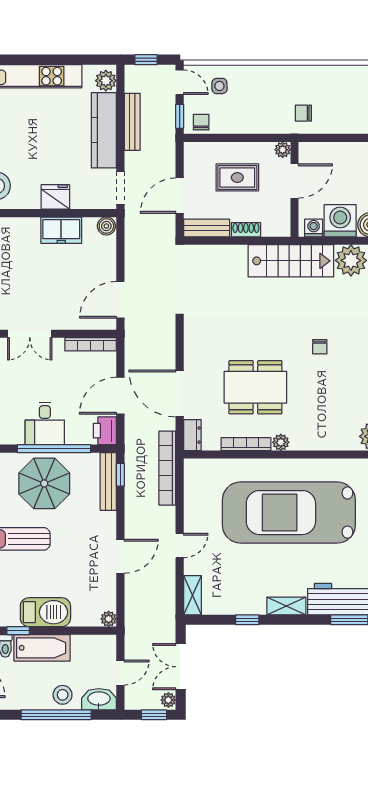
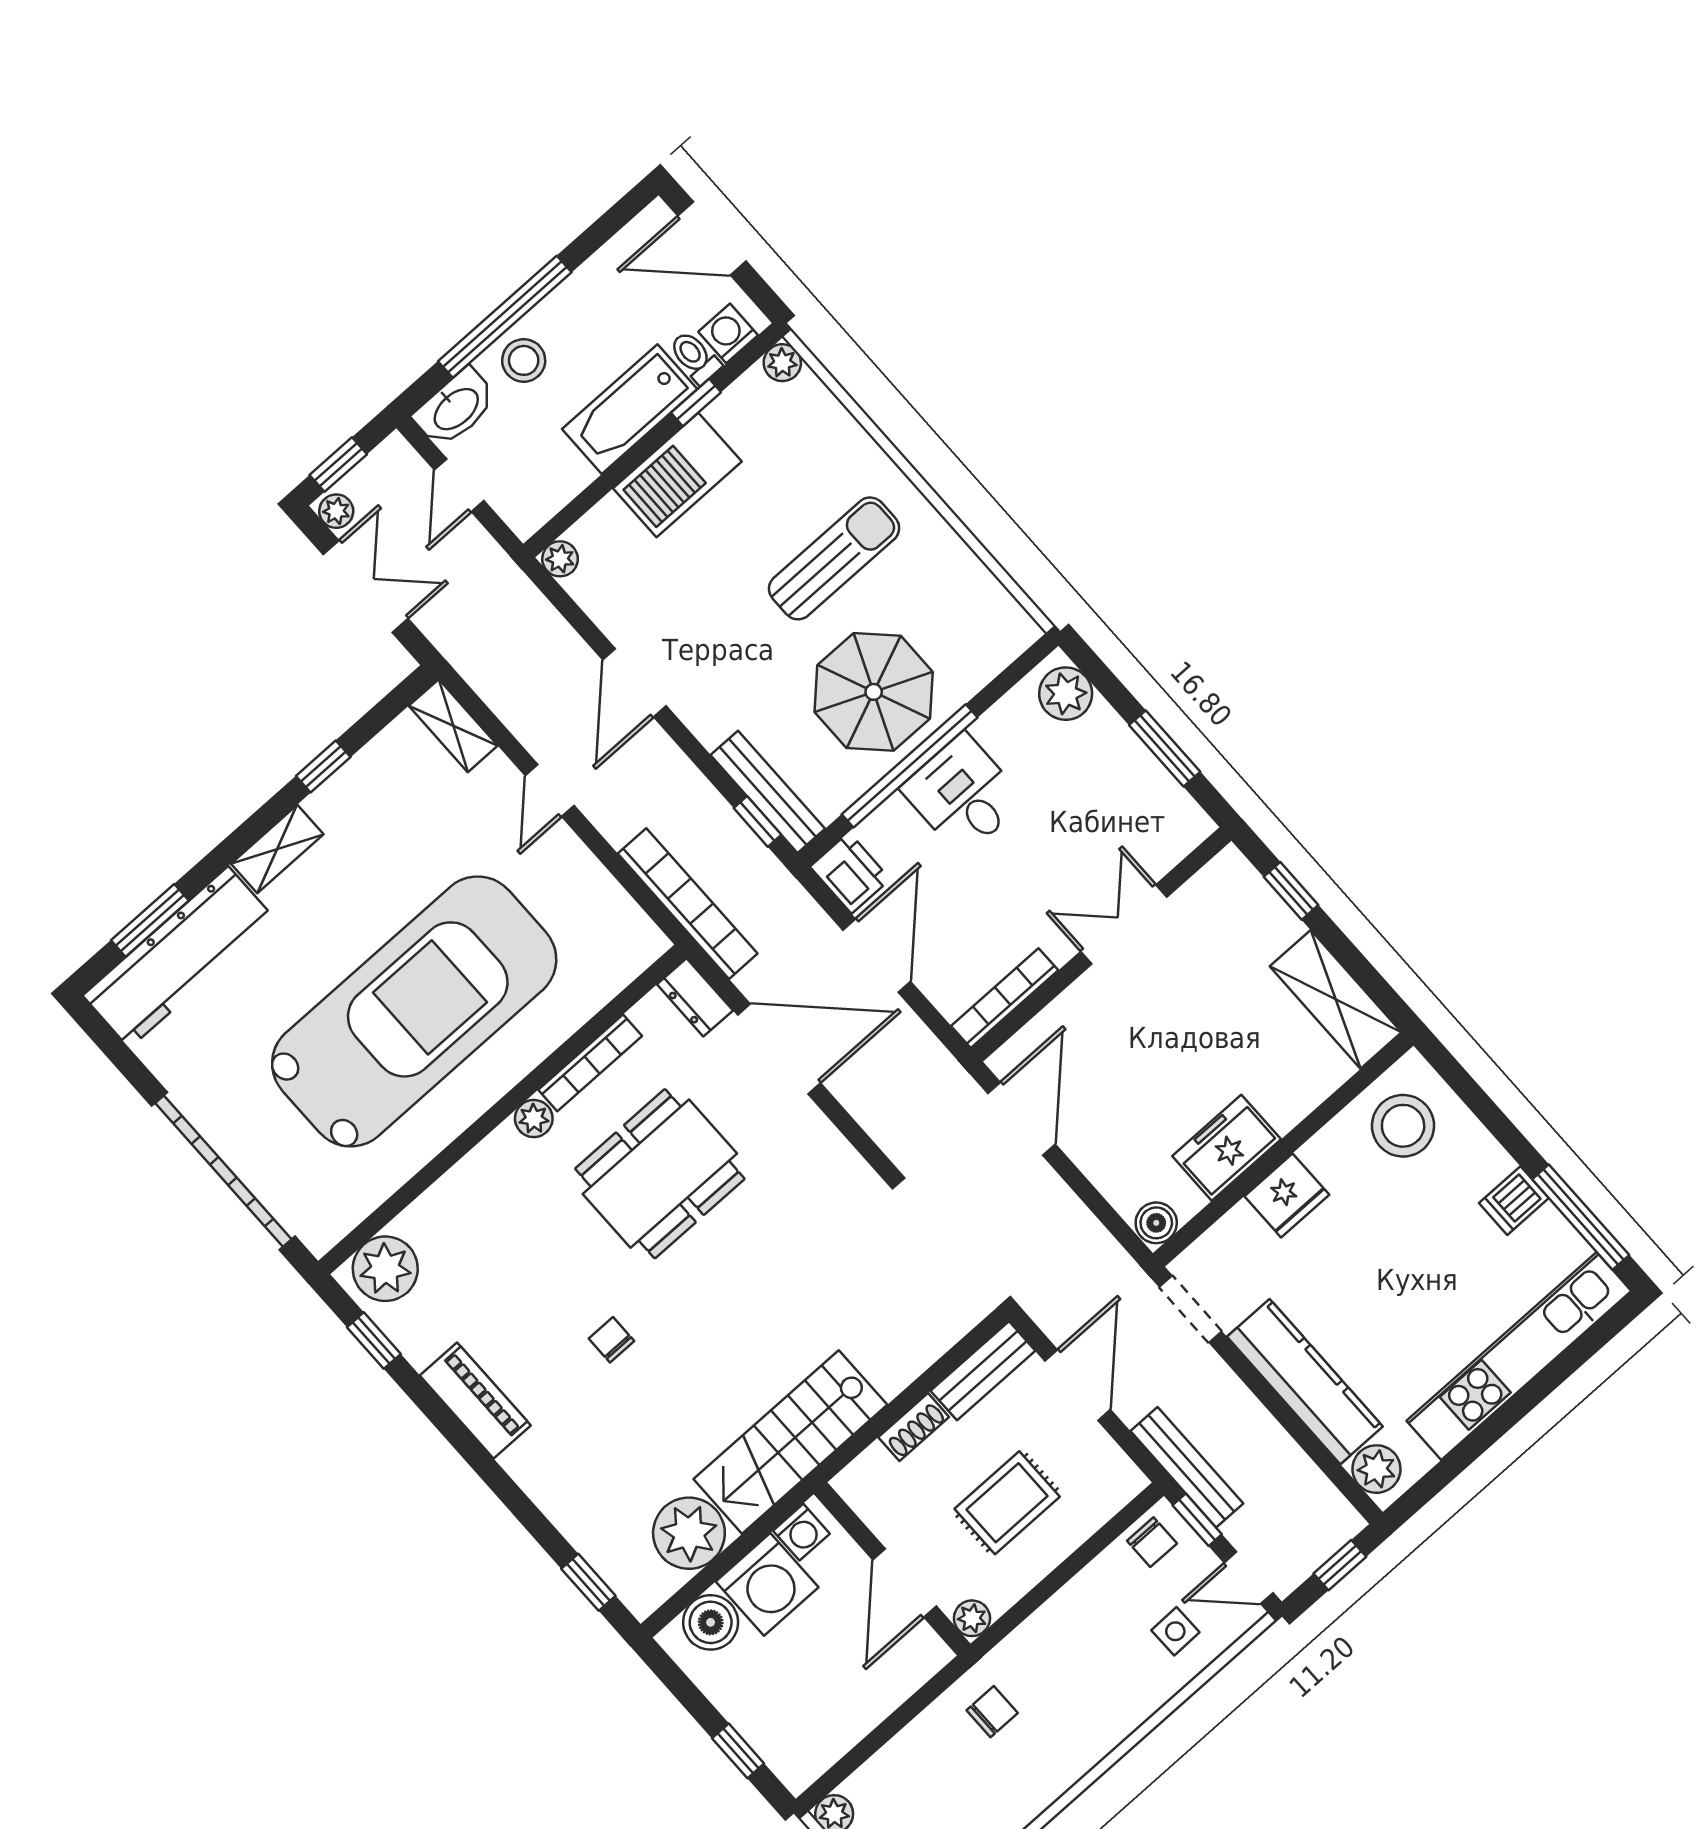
bench: (132, 122) -> (1187, 1467), moved

